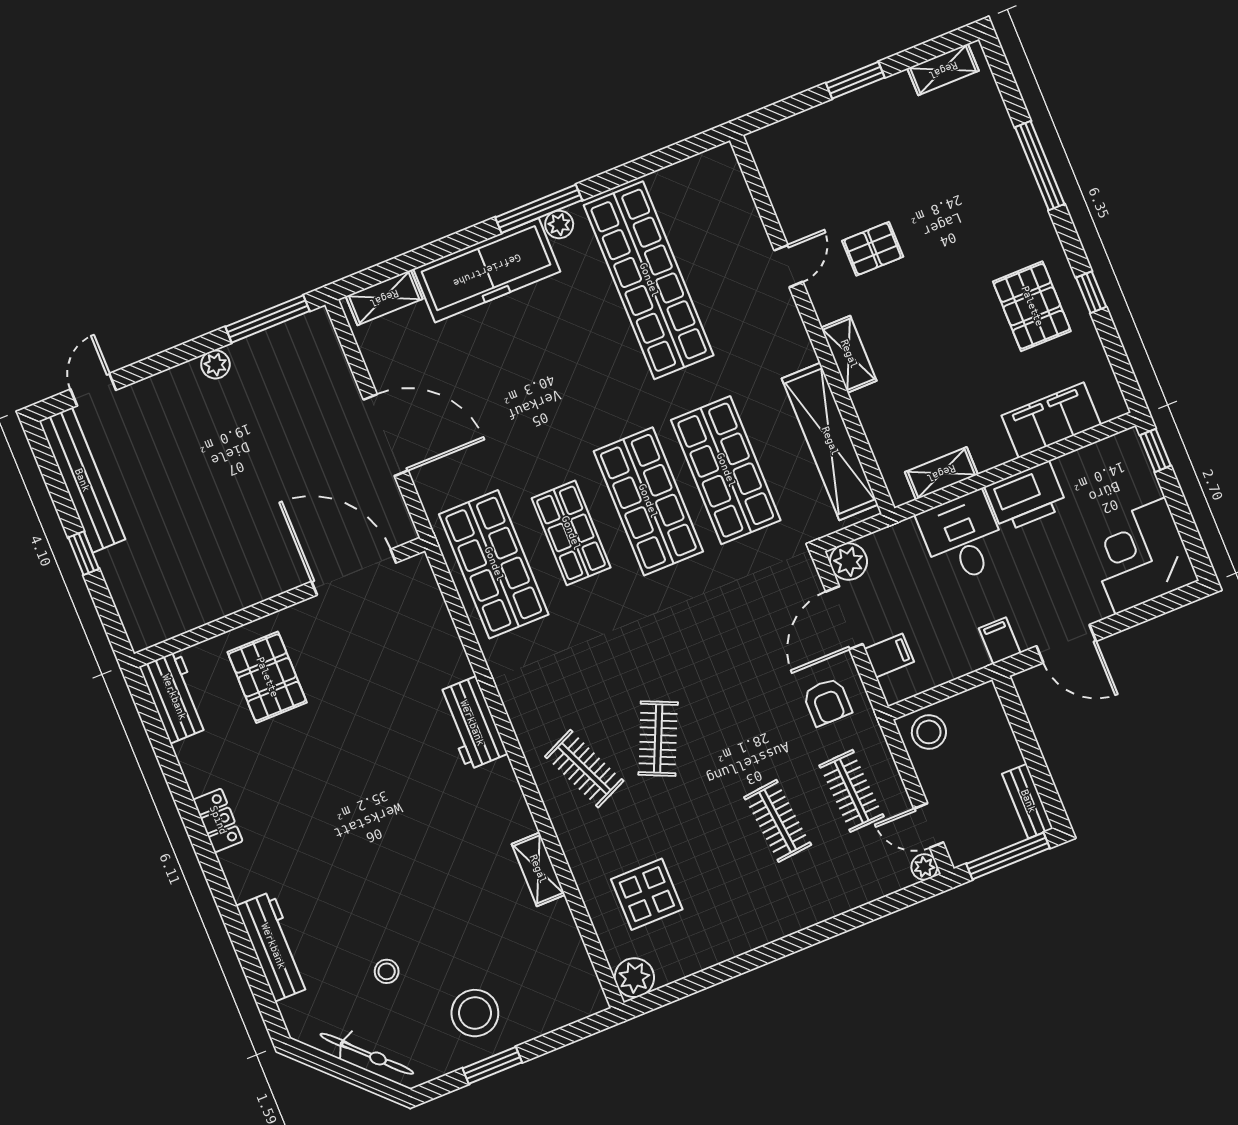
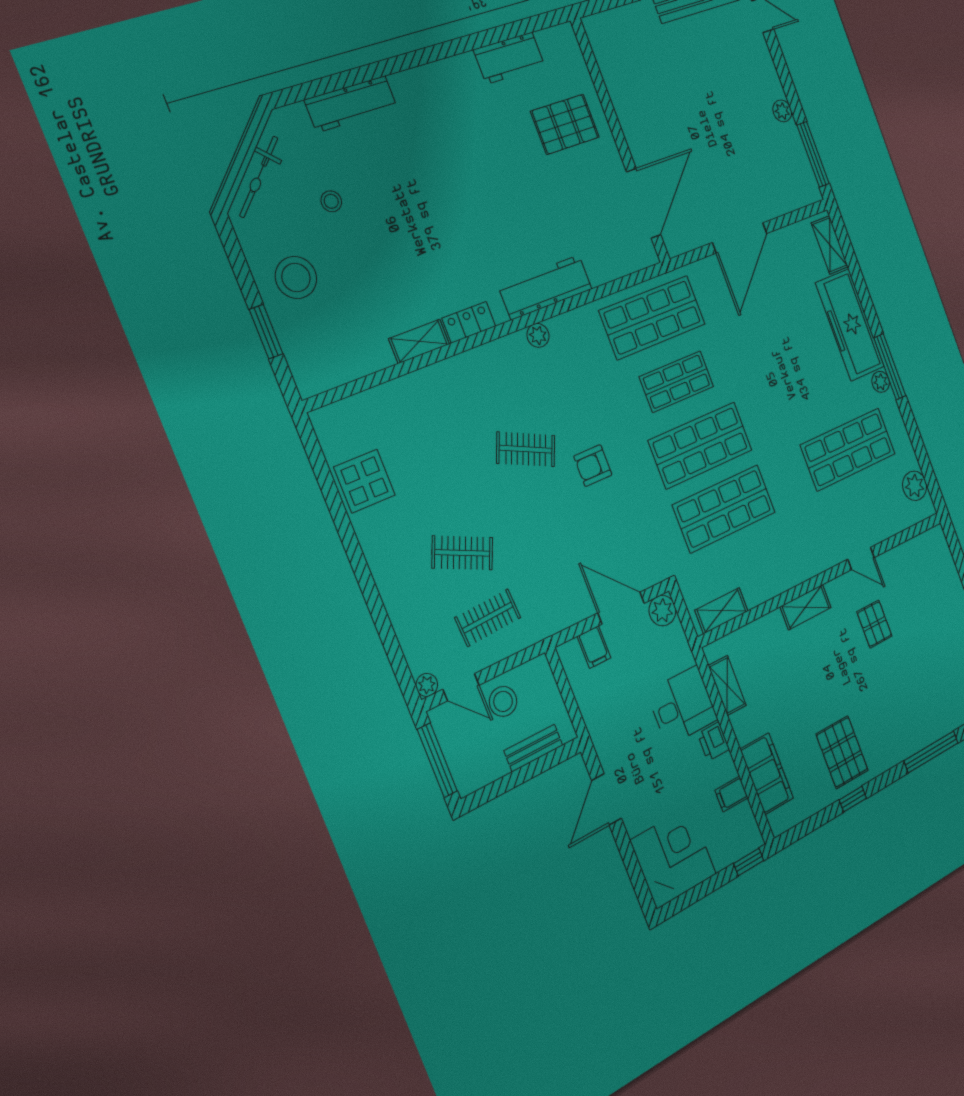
plant: (694, 176) -> (915, 486), added
shop shelf: (649, 280) -> (848, 449), width x0.71
pallet: (1032, 306) -> (842, 752), turned 90
shelving: (830, 441) -> (722, 611), width x0.45, depth x0.75
printer: (1026, 497) -> (713, 741), width x0.53, depth x0.68
filing cabinet: (1000, 641) -> (731, 794), moved, turned 180
workbench: (174, 697) -> (509, 58), moved
armchair: (827, 702) -> (593, 466), moved
workbench: (472, 723) -> (545, 287), width x1.38
stool: (929, 732) -> (503, 701), moved
clothes rail: (584, 769) -> (501, 385), removed
bench: (1028, 801) -> (533, 748), moved
locker: (218, 820) -> (469, 322), moved, turned 180
clothes rail: (778, 821) -> (462, 553), turned 30
door: (929, 826) -> (461, 687), swing flipped
display table: (647, 894) -> (365, 481), moved
plant: (634, 978) -> (538, 335), moved, width x0.73, depth x0.73
window: (492, 1065) -> (266, 332), moved

